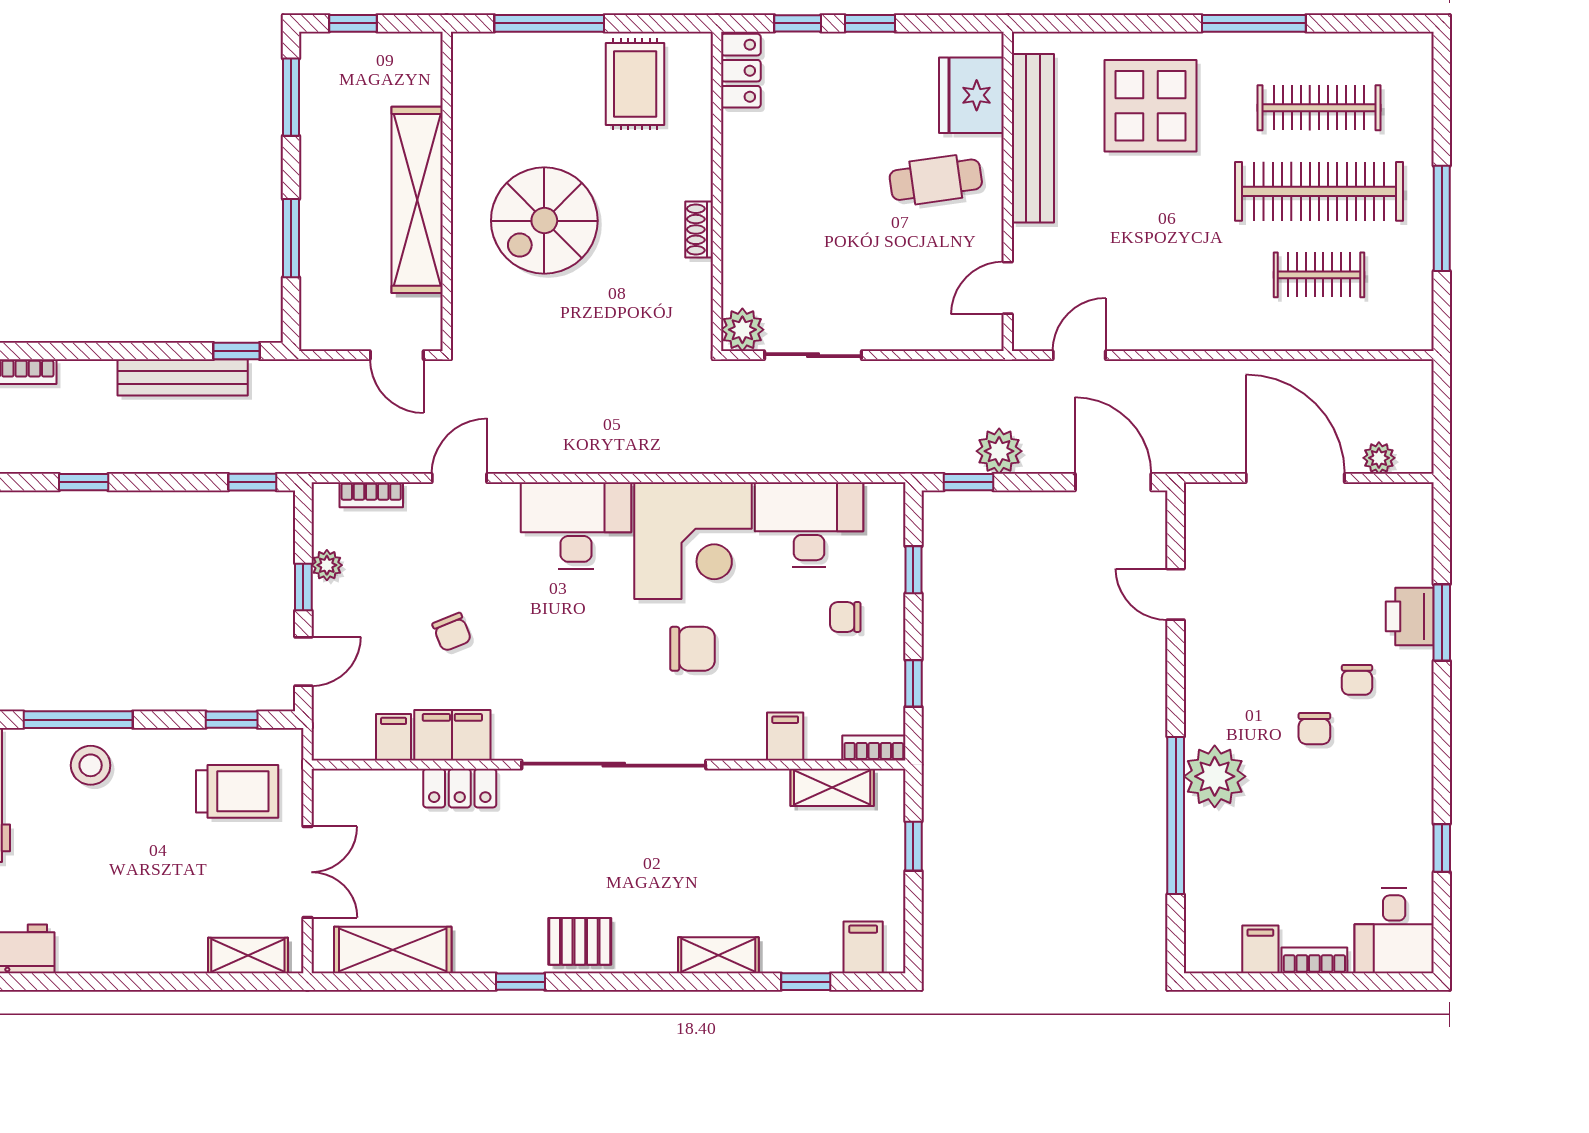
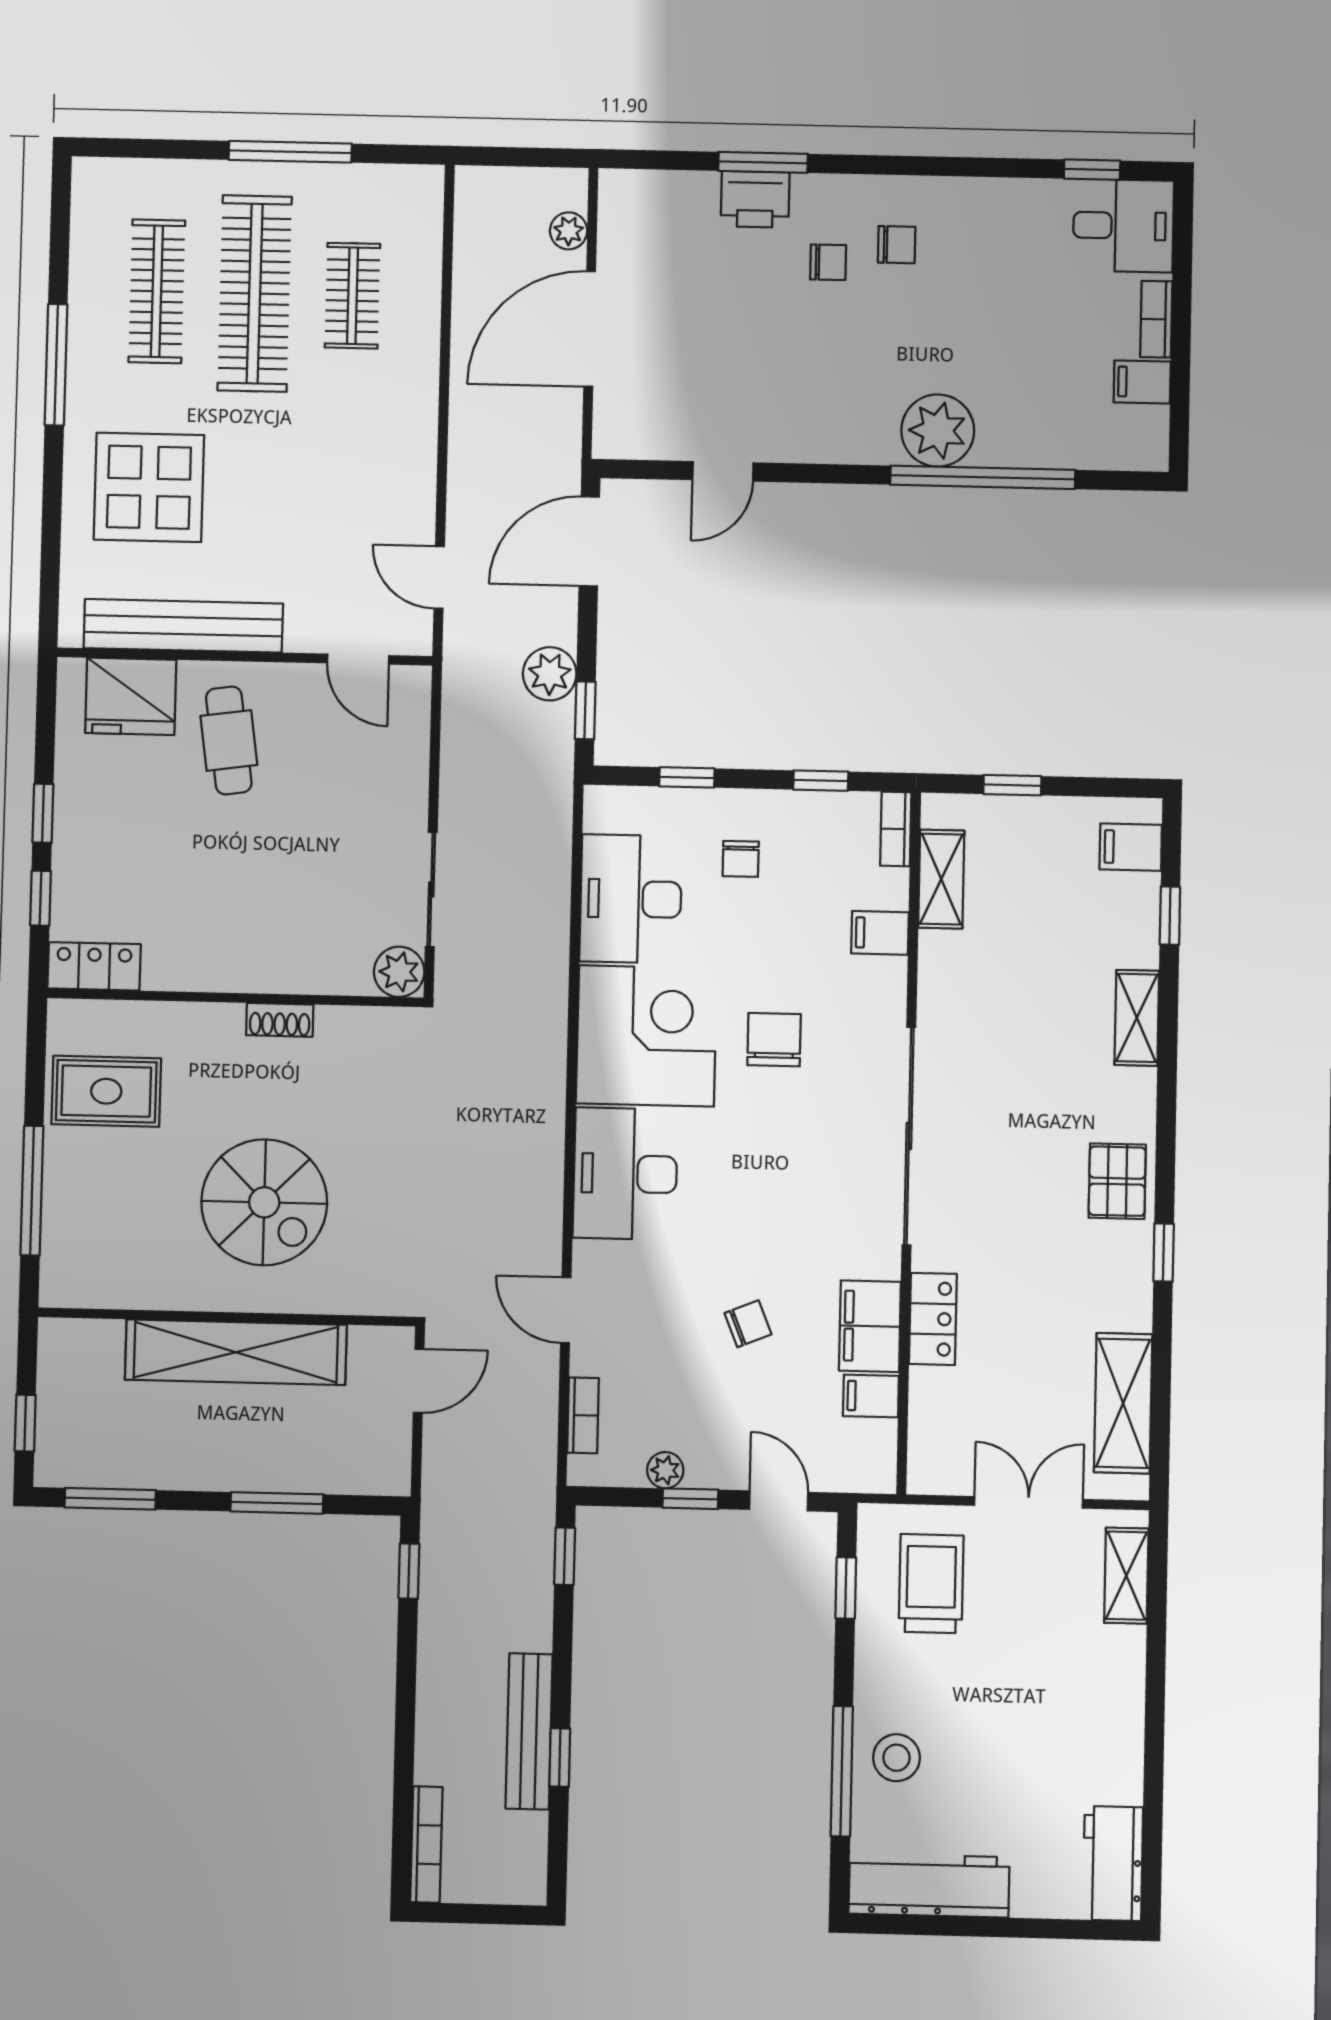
bench: (183, 377) -> (529, 1731), moved
chair: (1314, 729) -> (897, 245), moved
window: (1442, 848) -> (1092, 170), moved

